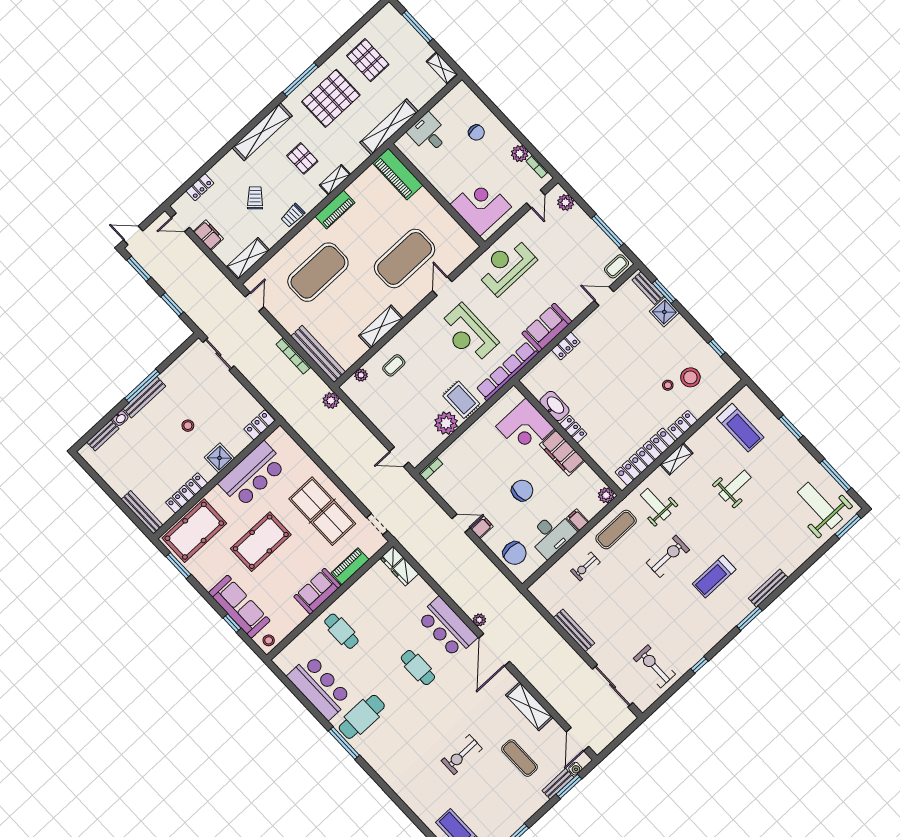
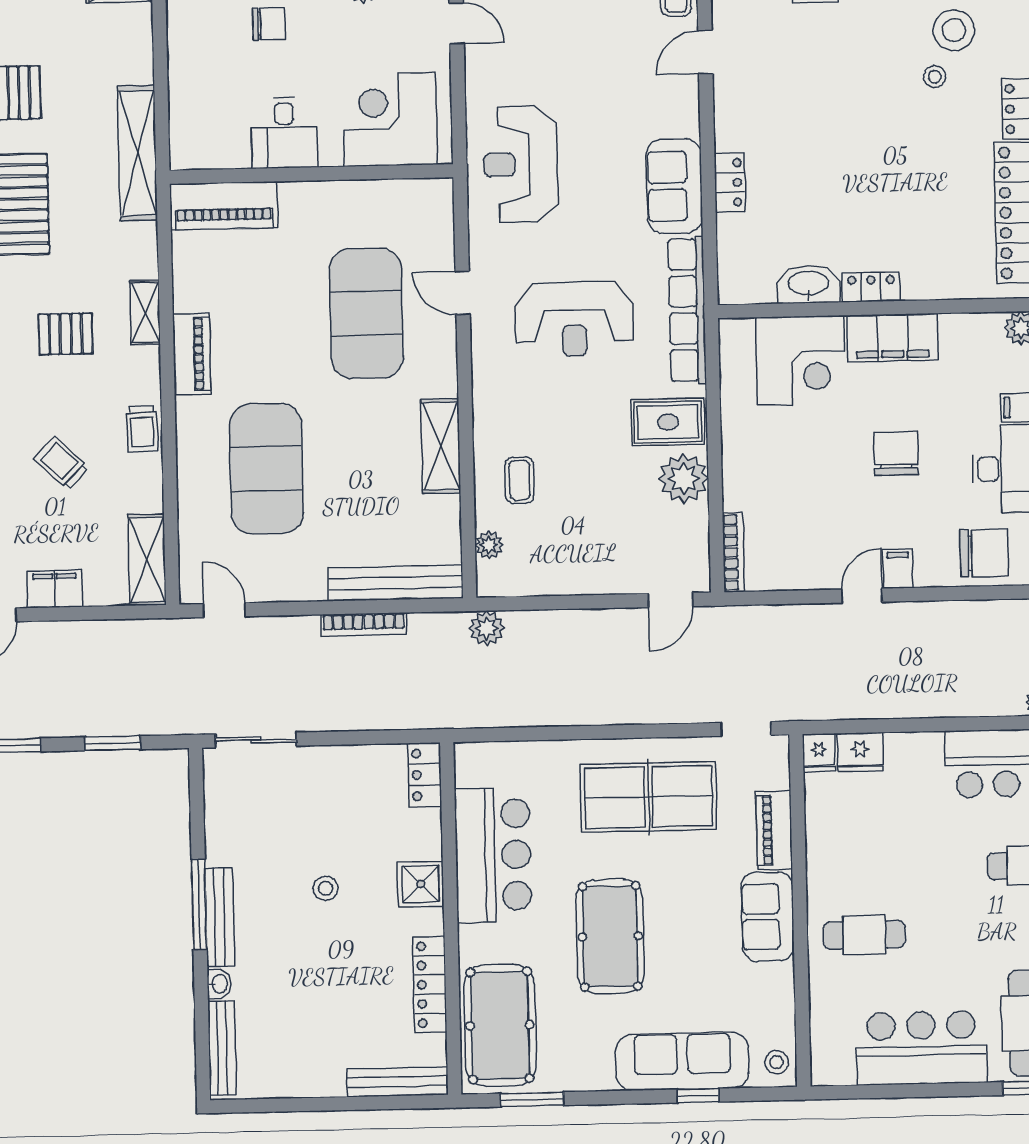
desk: (428, 133) -> (284, 133), moved, turned -90
bench: (103, 435) -> (222, 1048), width x1.36
bookcase: (431, 469) -> (733, 552), width x1.56

